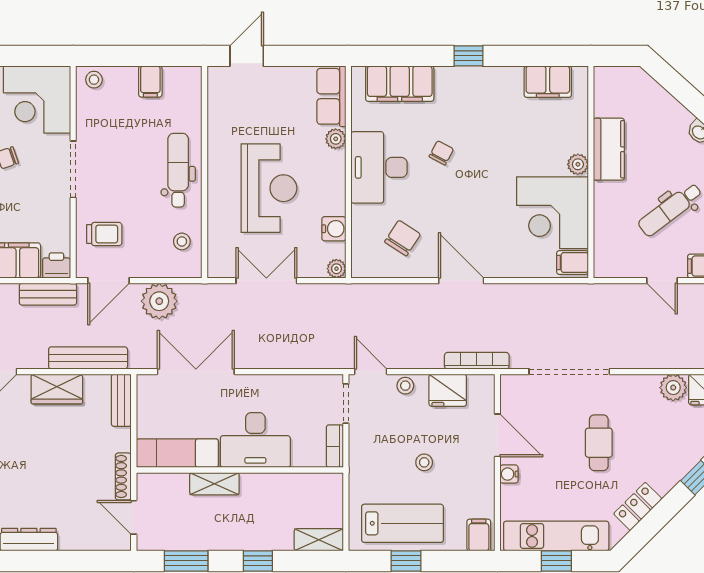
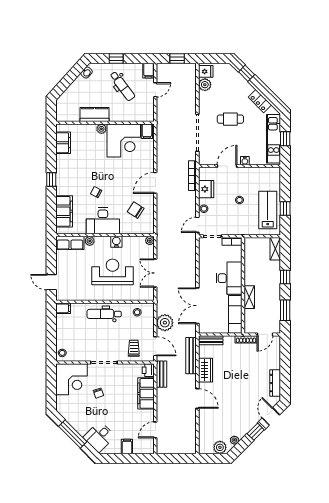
filing cabinet: (150, 82) -> (63, 308), moved
water cooler: (334, 229) -> (116, 242), moved
filing cabinet: (479, 535) -> (273, 175), removed

